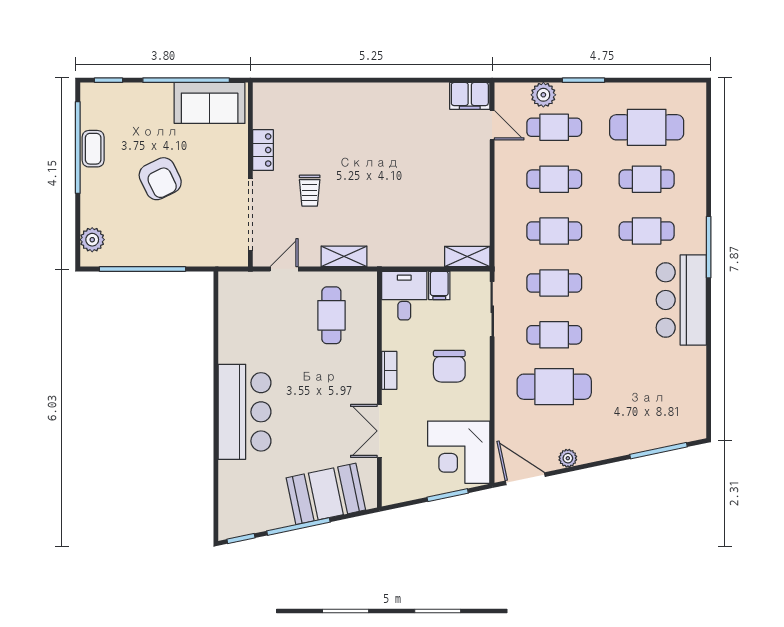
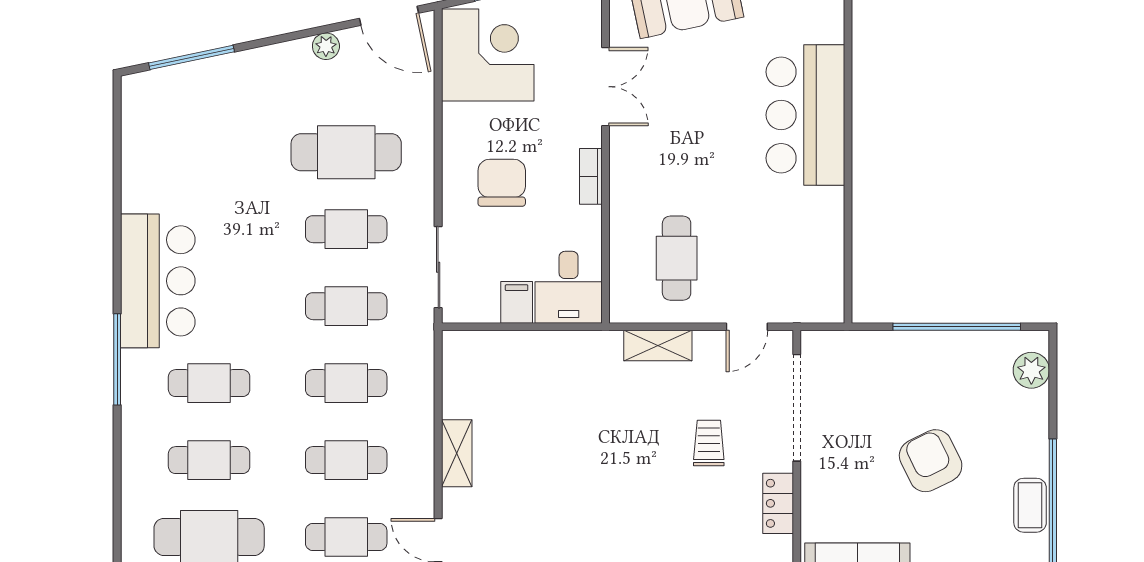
shelving: (467, 256) -> (457, 453), moved, turned 90

